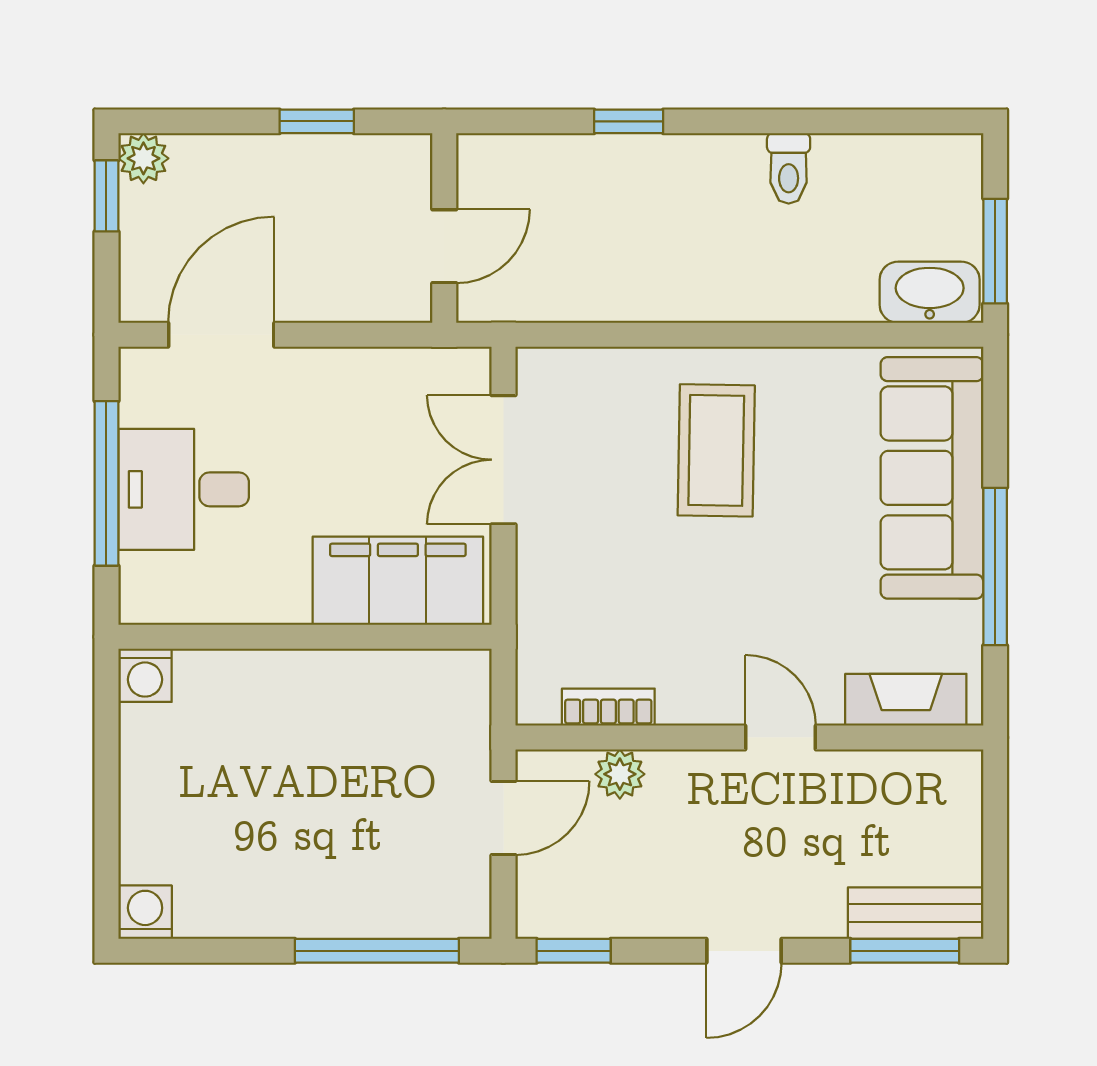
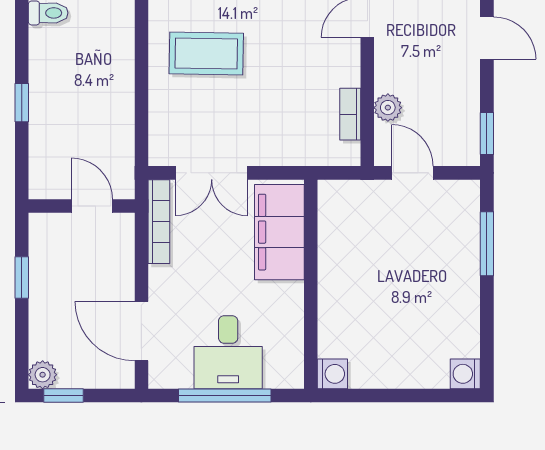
bookcase: (416, 366) -> (159, 222), added
window: (377, 951) -> (487, 244), width x0.69

